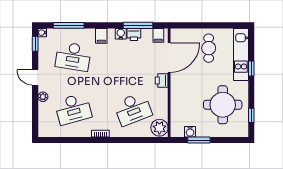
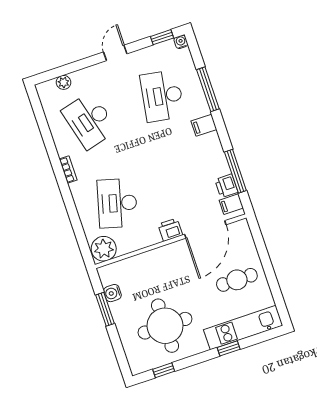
window: (69, 25) -> (208, 89), moved
water cooler: (121, 34) -> (216, 151), removed
printer: (134, 35) -> (226, 186), moved
door: (169, 58) -> (205, 229), hinge flipped
plant: (43, 97) -> (64, 82), moved
desk: (133, 109) -> (117, 203), turned 36

